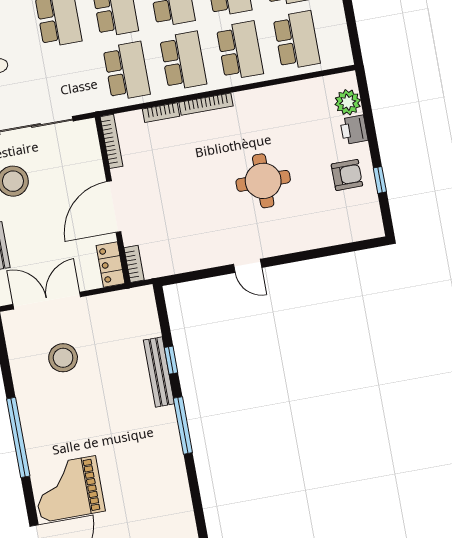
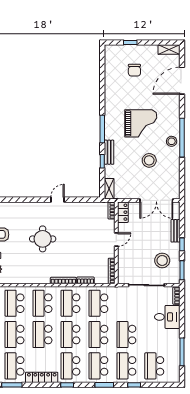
door: (114, 207) -> (116, 240), width x0.53
door: (248, 266) -> (57, 200), hinge flipped
shelving: (147, 307) -> (109, 189), added
stool: (63, 358) -> (149, 160), moved
bench: (159, 372) -> (109, 152), width x0.73
stool: (38, 426) -> (172, 141), added
grand piano: (68, 489) -> (141, 123), moved

